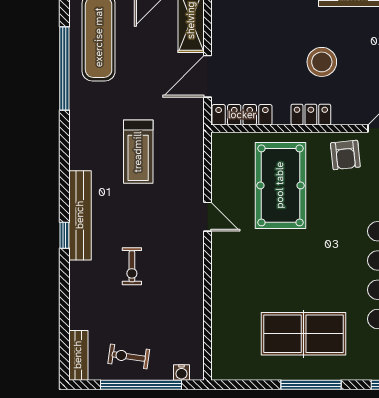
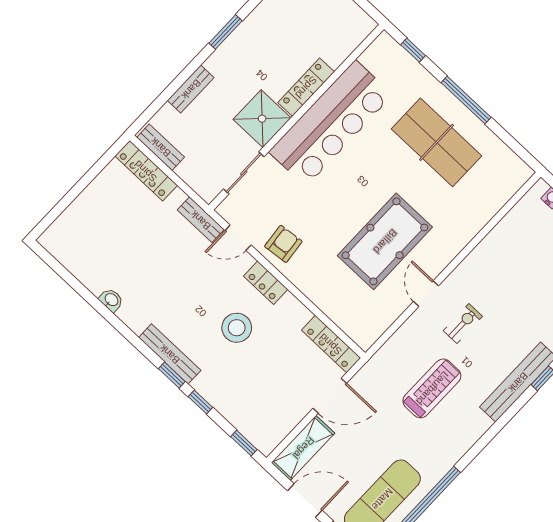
locker: (311, 115) -> (266, 283), moved
pool table: (280, 185) -> (385, 241), moved
exercise bike: (132, 266) -> (463, 323), moved

